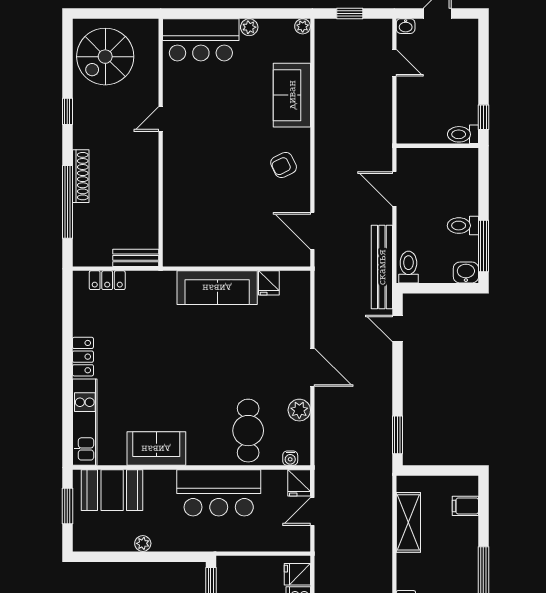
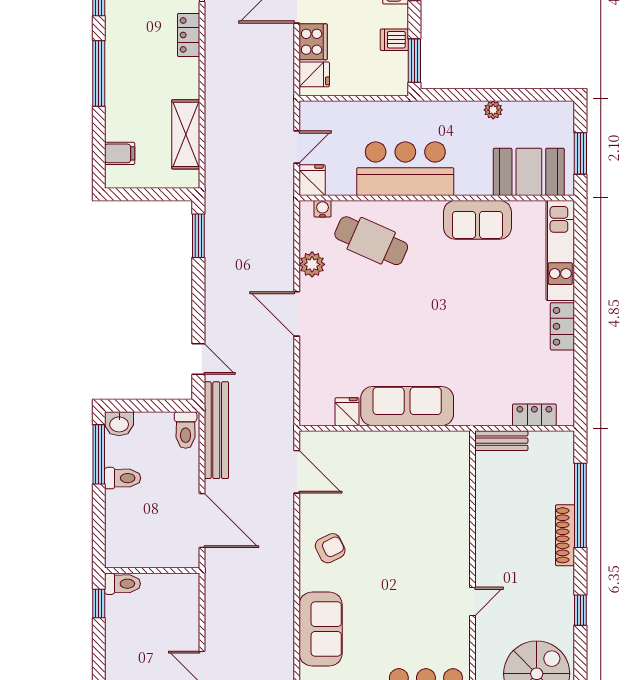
door: (394, 189) -> (202, 520), width x1.36
cafe table: (248, 431) -> (371, 241), turned -66

